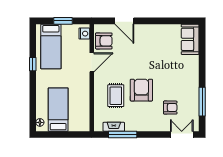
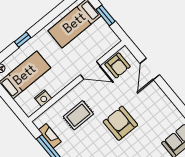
nightstand: (84, 34) -> (43, 98), moved
window: (33, 64) -> (23, 40), moved
armchair: (141, 90) -> (120, 123), moved, turned -90

